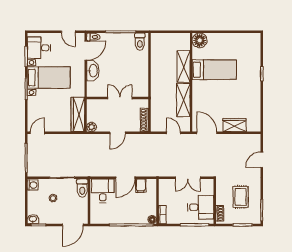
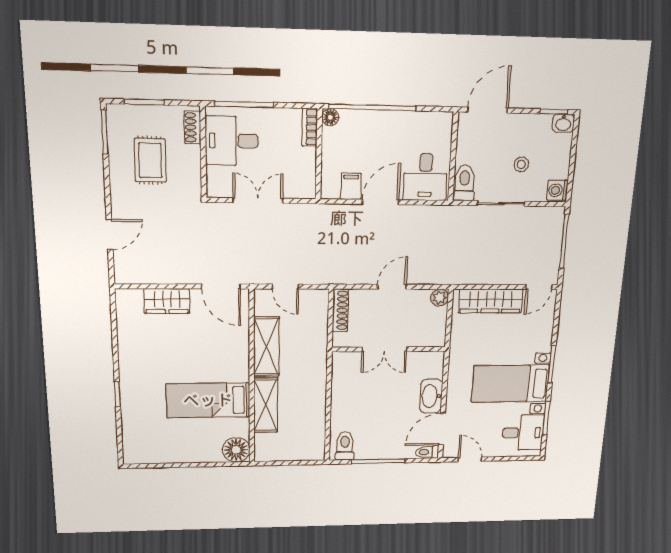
wardrobe: (78, 115) -> (491, 301), moved, turned 90

